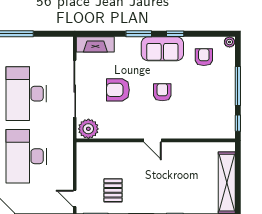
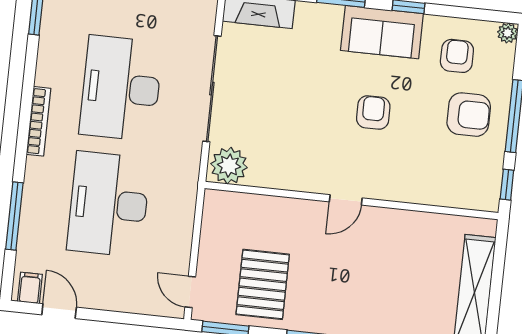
armchair: (118, 90) -> (469, 115), moved, turned 180
door: (153, 140) -> (346, 200), hinge flipped
pallet: (113, 190) -> (263, 284), width x1.50, depth x1.42

